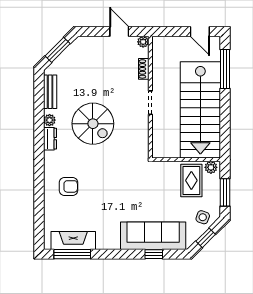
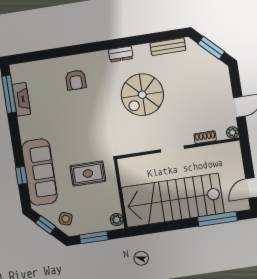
plant: (50, 120) -> (139, 51), removed
rug: (191, 180) -> (88, 173), moved
fireplace: (73, 240) -> (21, 99), width x0.73, depth x0.76

